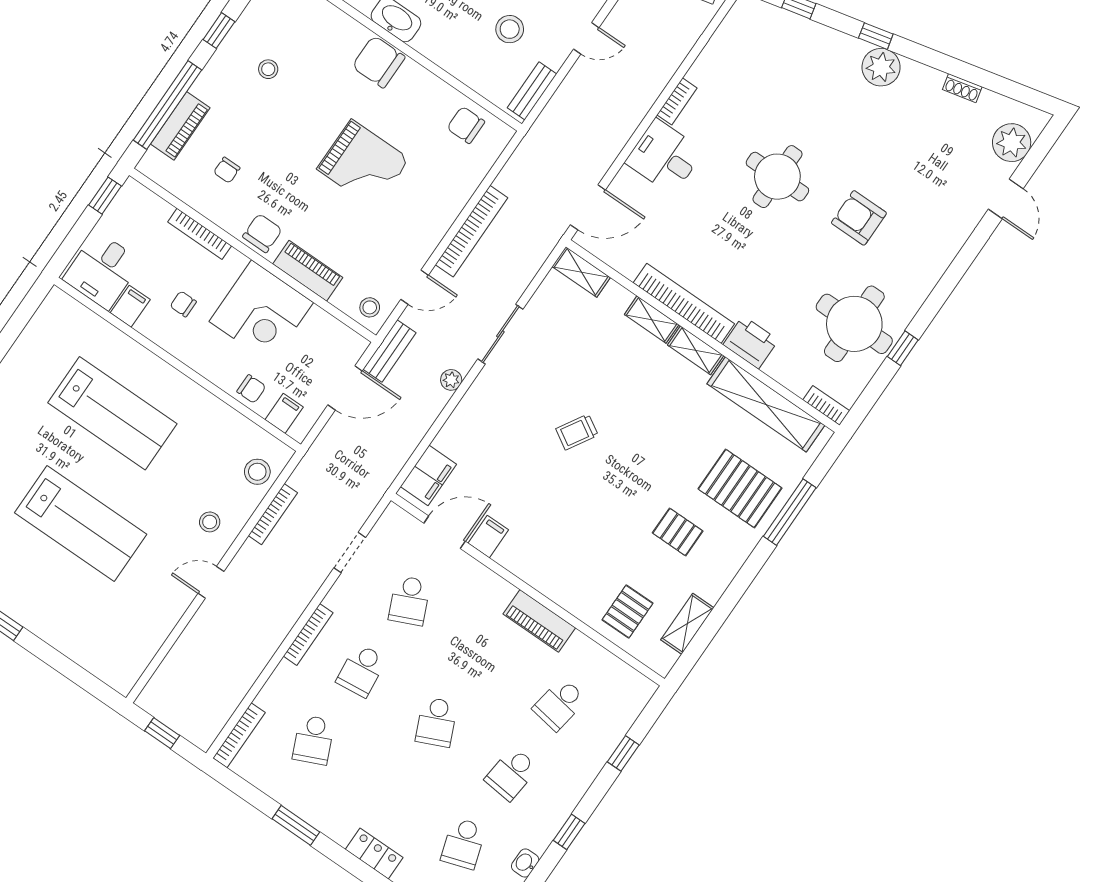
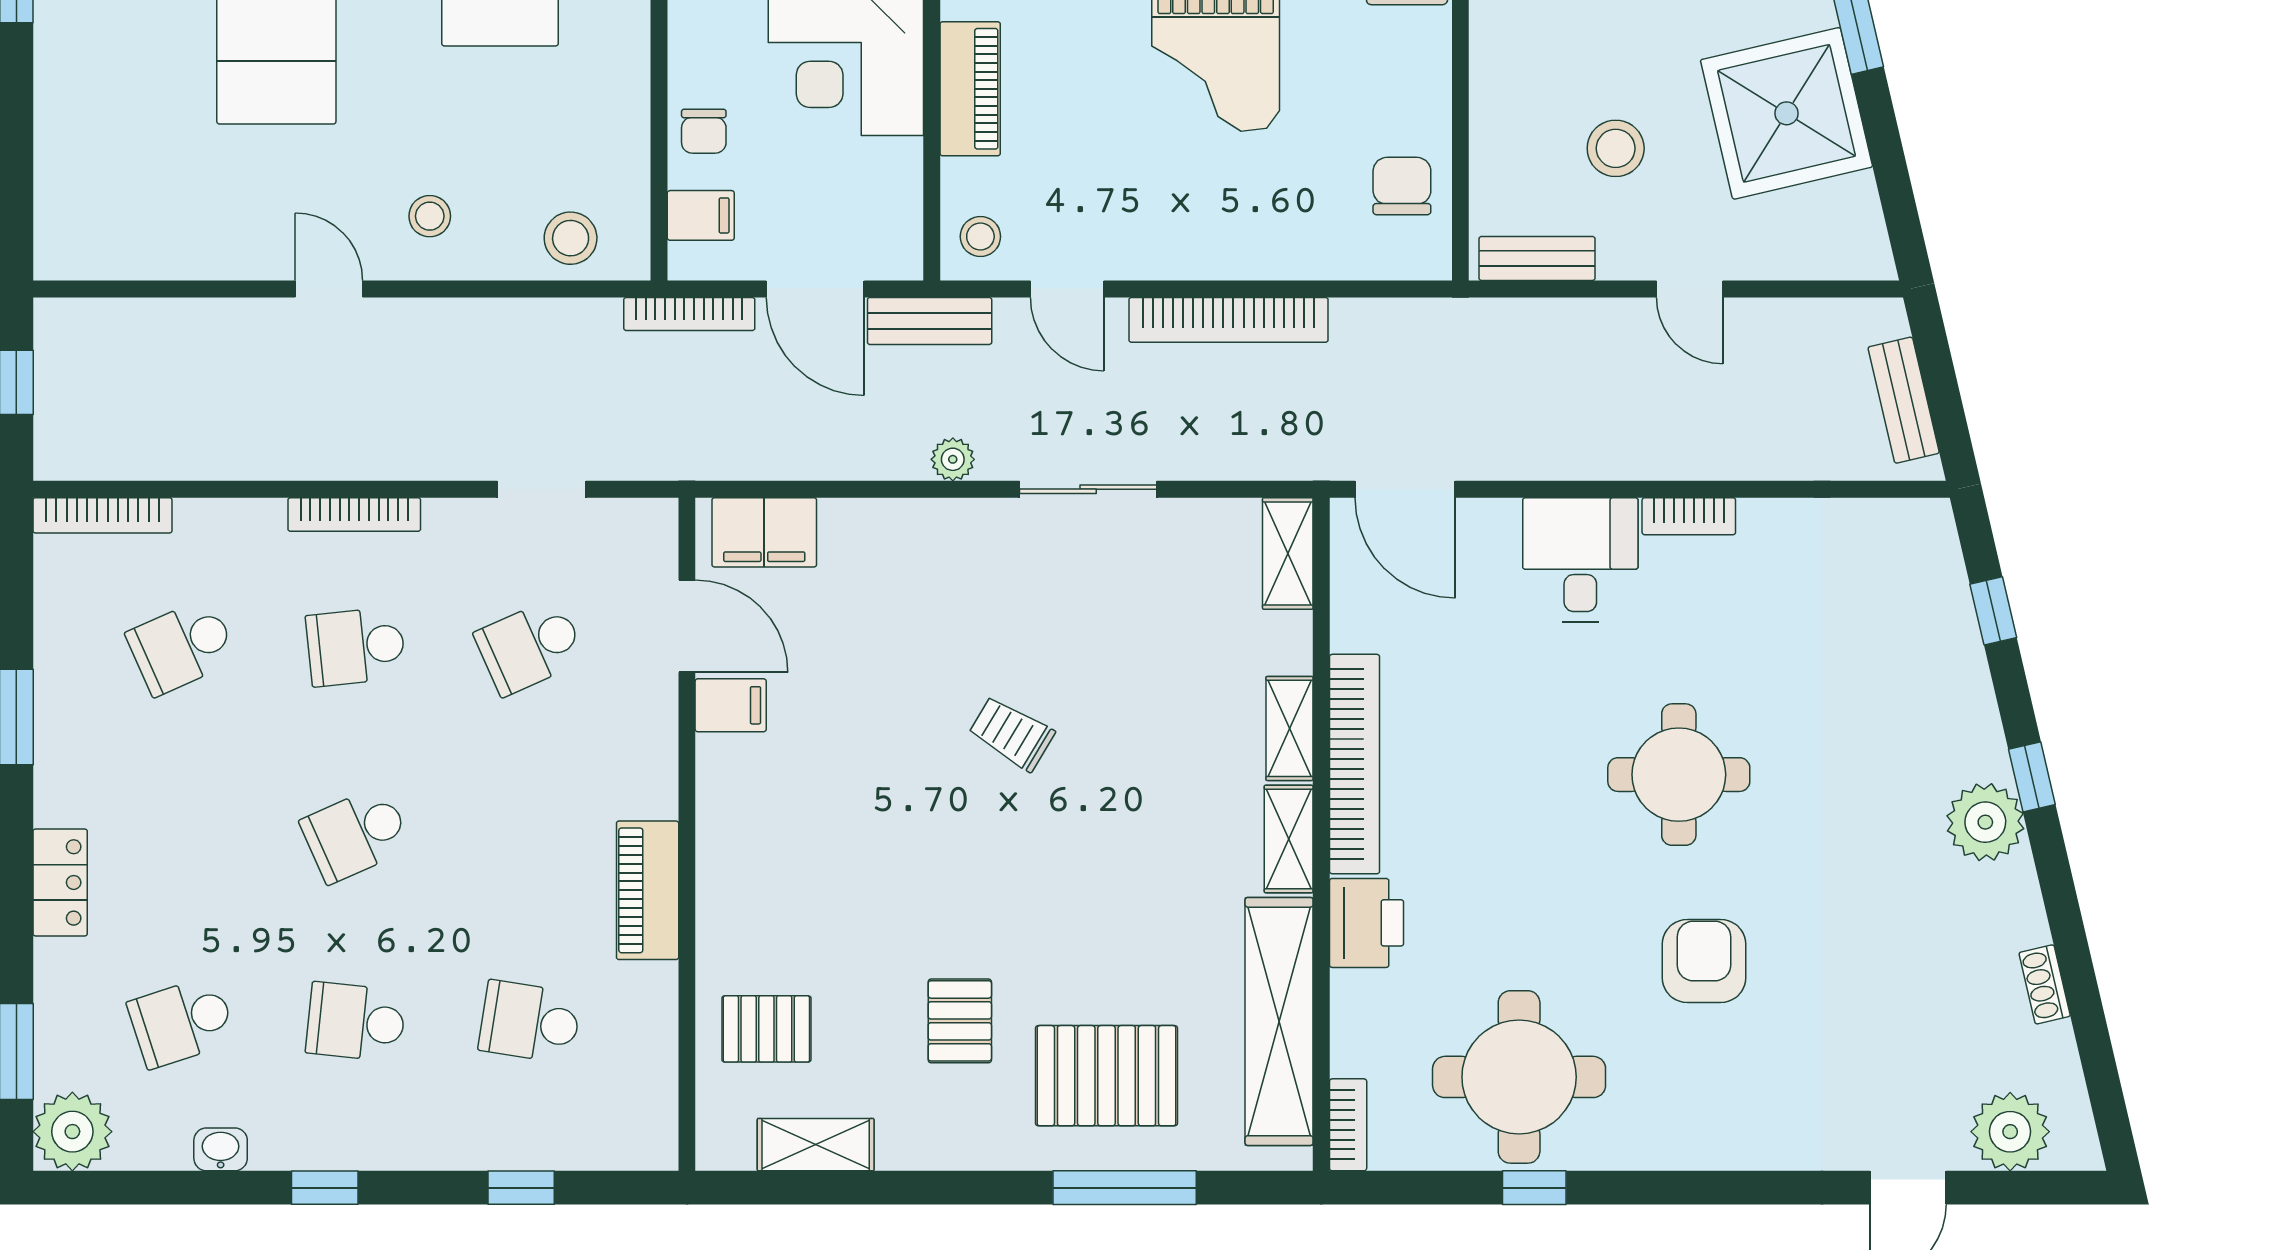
pallet: (740, 488) -> (1106, 1076), turned 90
bookcase: (273, 514) -> (689, 314), moved

